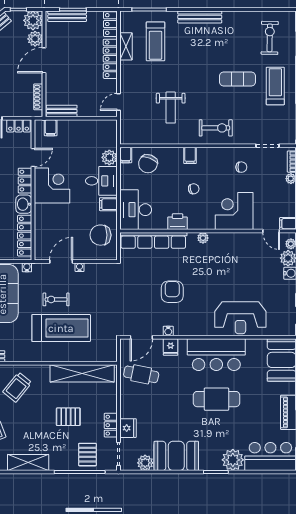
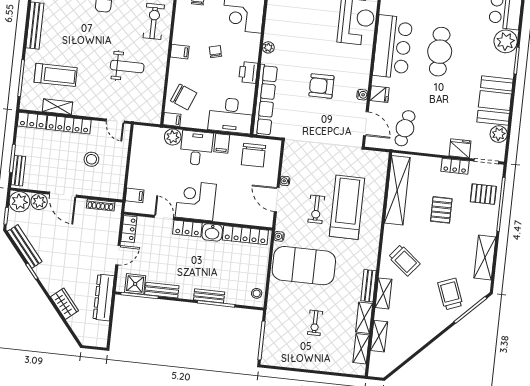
bench: (67, 16) -> (18, 171), width x0.73
stool: (80, 84) -> (91, 159), added
bench: (62, 111) -> (118, 182), removed

